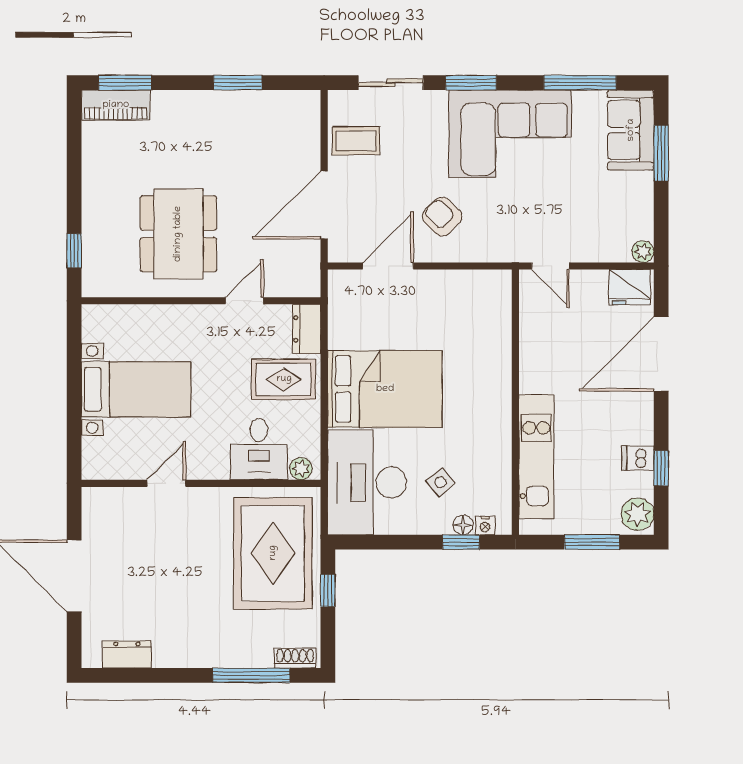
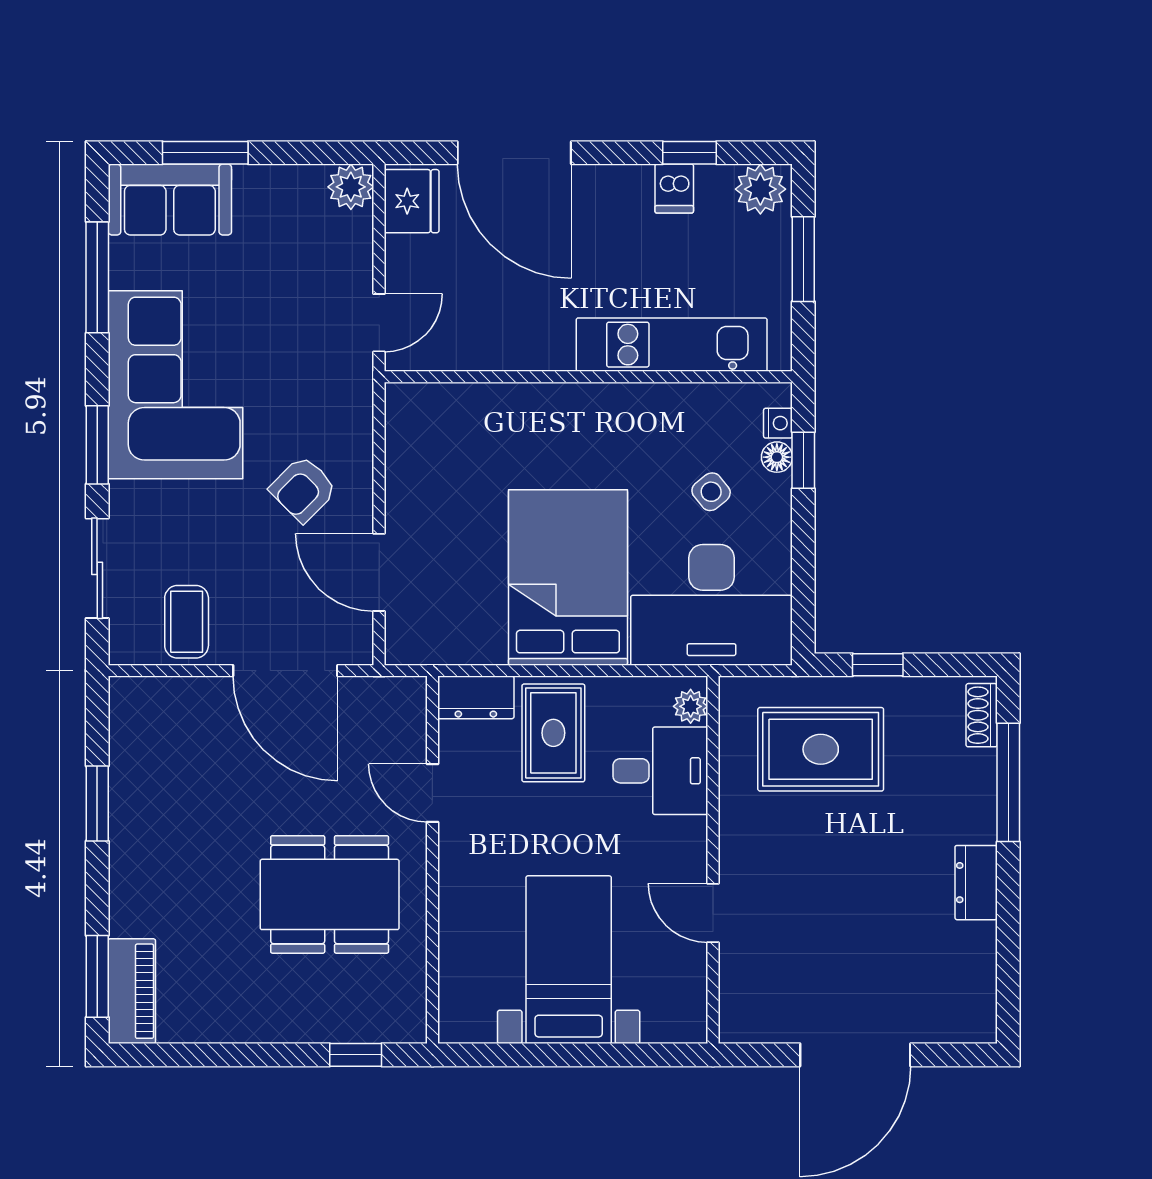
plant: (643, 252) -> (351, 187), width x1.38, depth x1.38
rug: (273, 553) -> (821, 749), width x0.73, depth x0.69
dresser: (127, 655) -> (976, 883), moved

